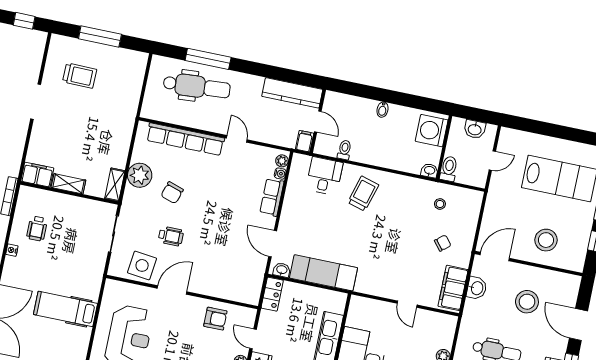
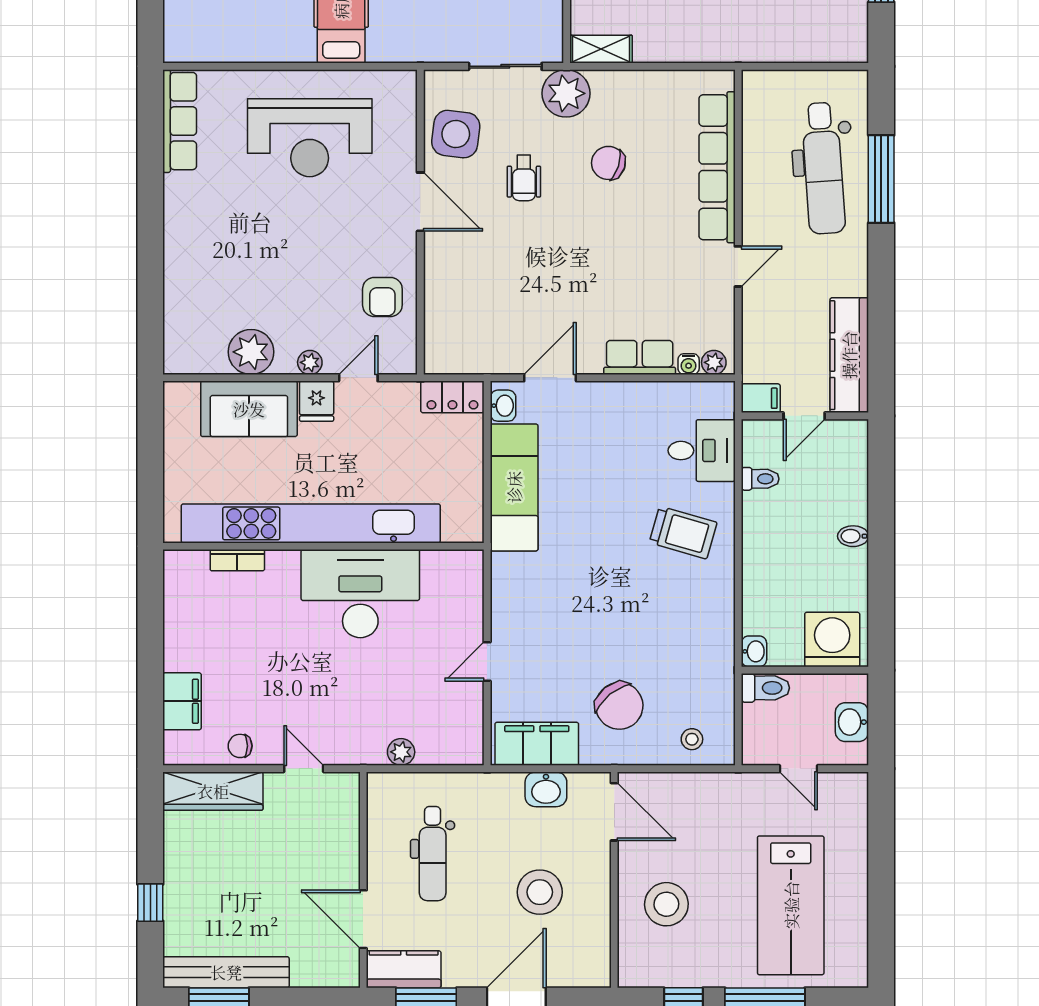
plant: (140, 175) -> (566, 93), moved
stool: (440, 204) -> (692, 739), moved
chair: (443, 243) -> (619, 706), width x1.87, depth x1.87

